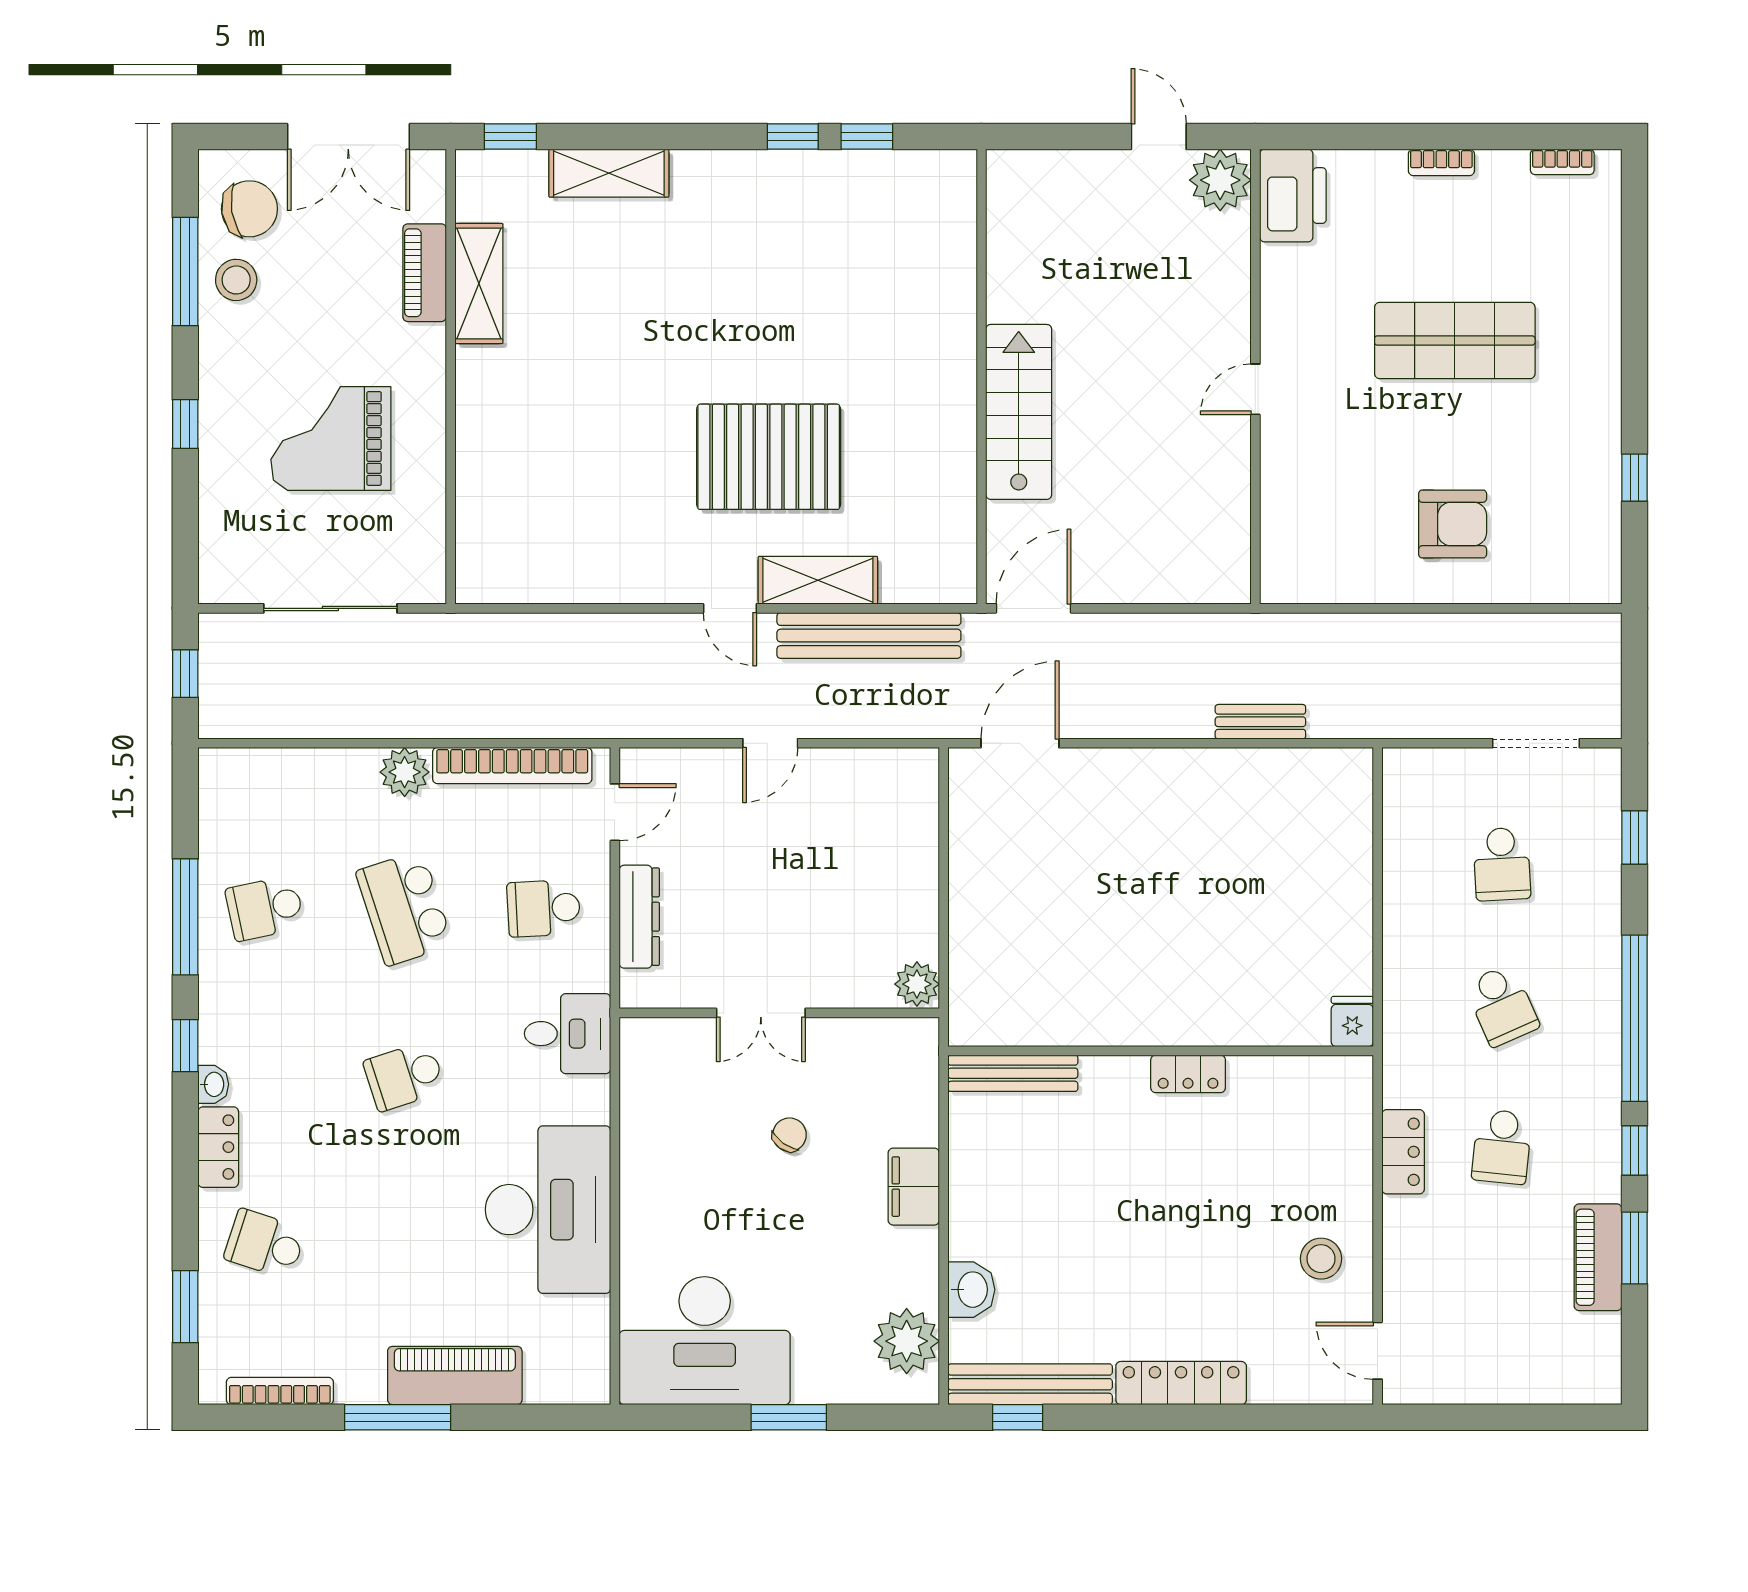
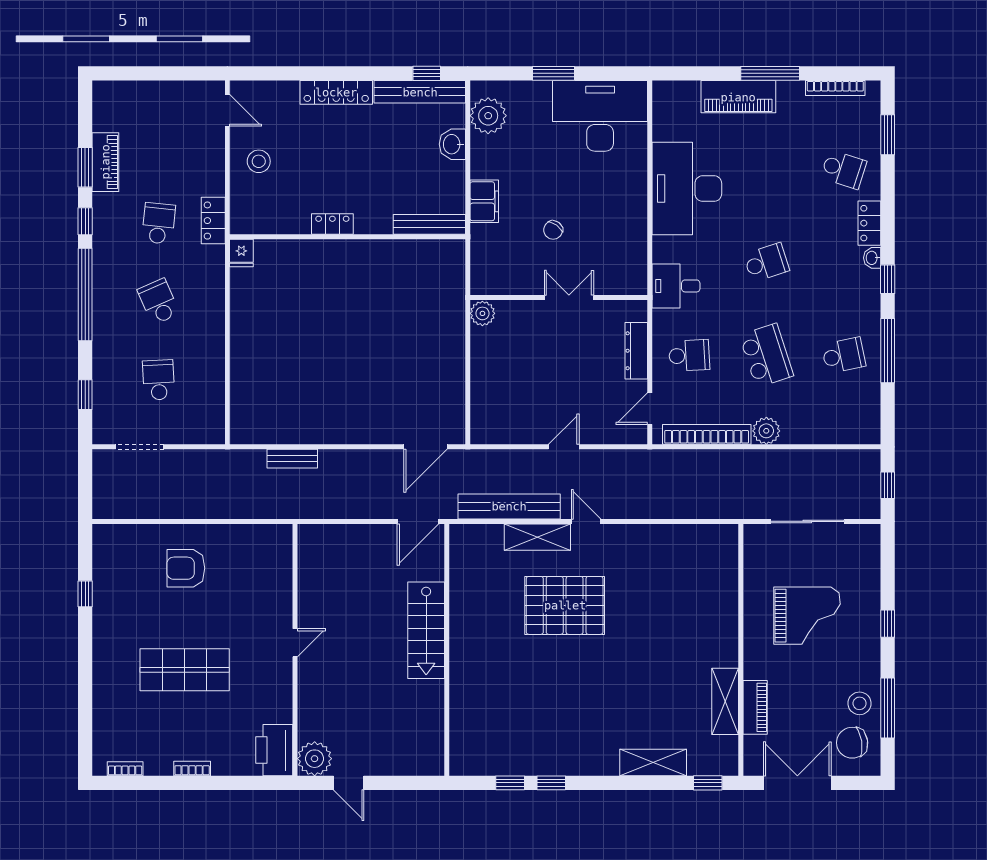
fridge: (1352, 1021) -> (241, 253), moved
wall: (1161, 1051) -> (348, 237), moved
bench: (1013, 1073) -> (429, 224), moved
locker: (1188, 1074) -> (332, 224), moved

